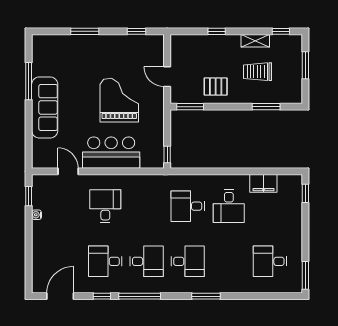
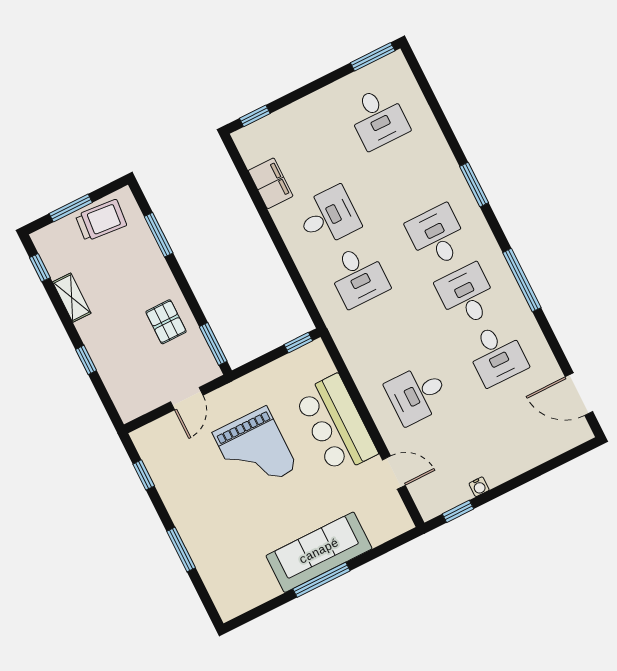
trolley: (257, 72) -> (101, 220), moved, turned -85
window: (29, 81) -> (321, 580), moved
grand piano: (119, 100) -> (255, 450), turned -90
door: (68, 171) -> (394, 473), swing flipped
window: (102, 296) -> (549, 334), removed

